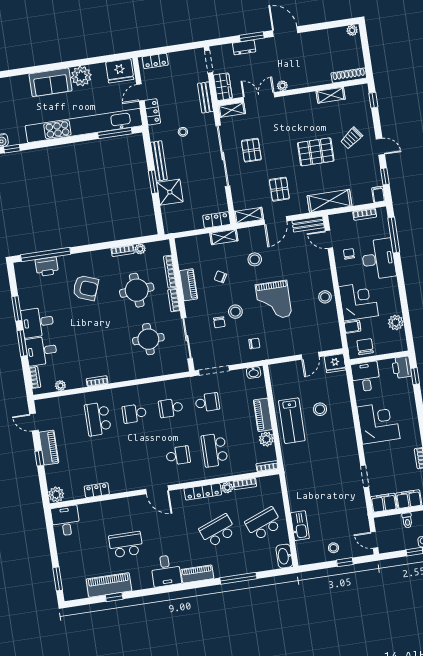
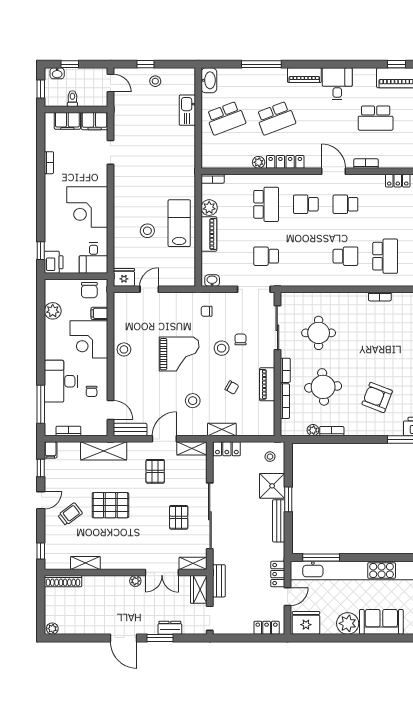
stool: (183, 132) -> (270, 457), moved
door: (380, 147) -> (41, 500), swing flipped
grand piano: (274, 300) -> (179, 354), turned 90
school desk: (171, 408) -> (345, 204), moved, turned 180
bookcase: (245, 484) -> (366, 164), moved

